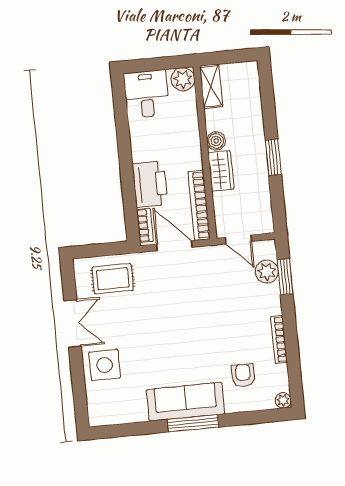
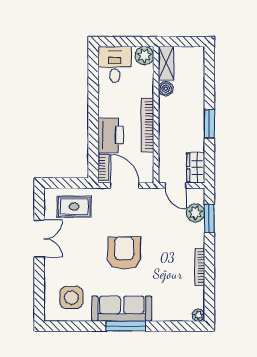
boiler: (216, 141) -> (166, 89), moved
wardrobe: (221, 171) -> (196, 168), moved, turned 180
bookcase: (199, 205) -> (147, 125), moved
side table: (105, 365) -> (71, 298), moved
armchair: (243, 375) -> (124, 253), moved, width x1.88, depth x1.88

